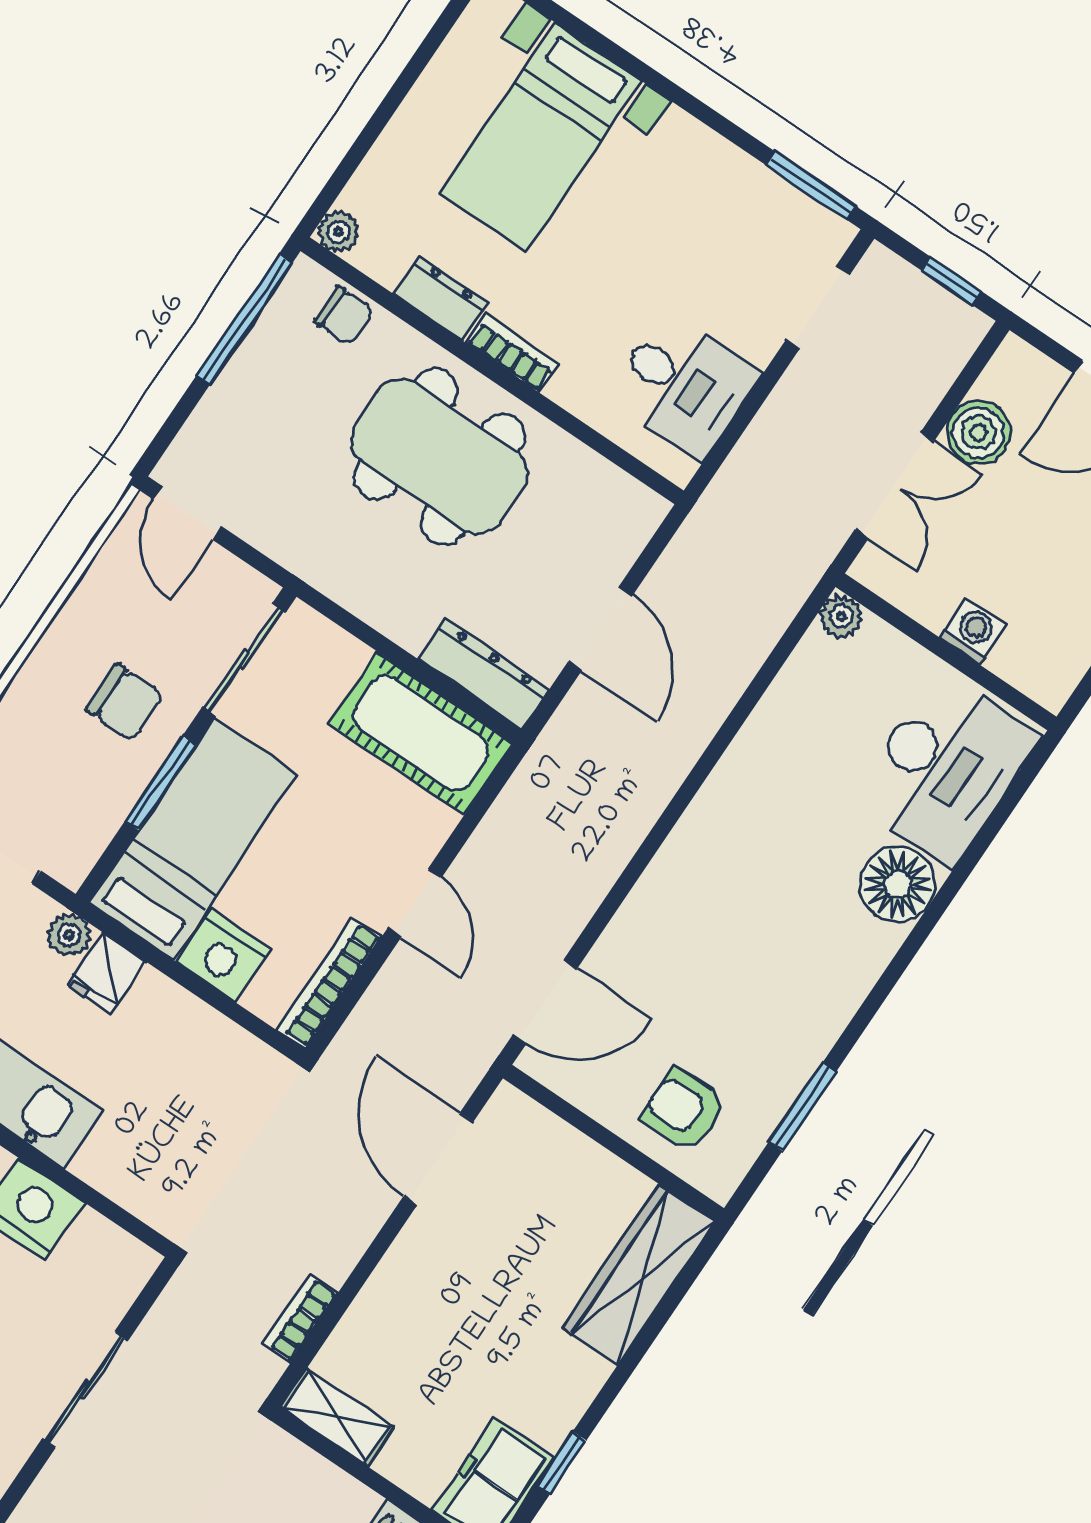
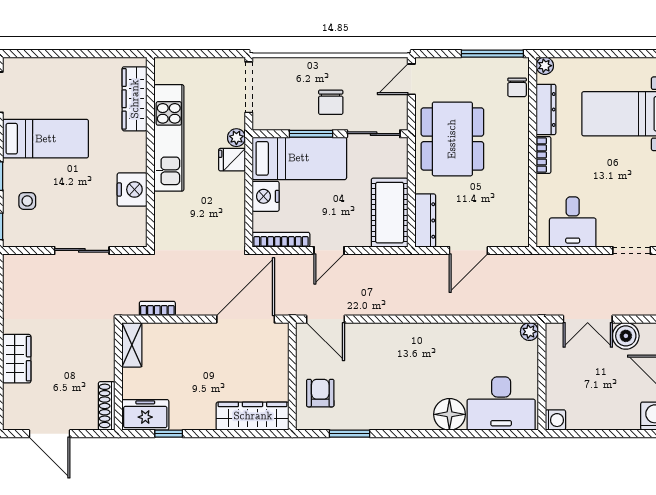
dresser: (441, 298) -> (546, 109), width x1.44
dining table: (440, 457) -> (452, 139), moved
washing machine: (973, 631) -> (555, 420), moved
door: (438, 1159) -> (246, 319), width x1.36

